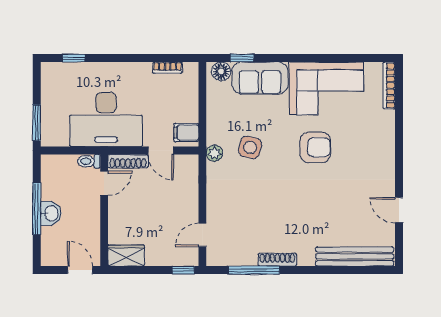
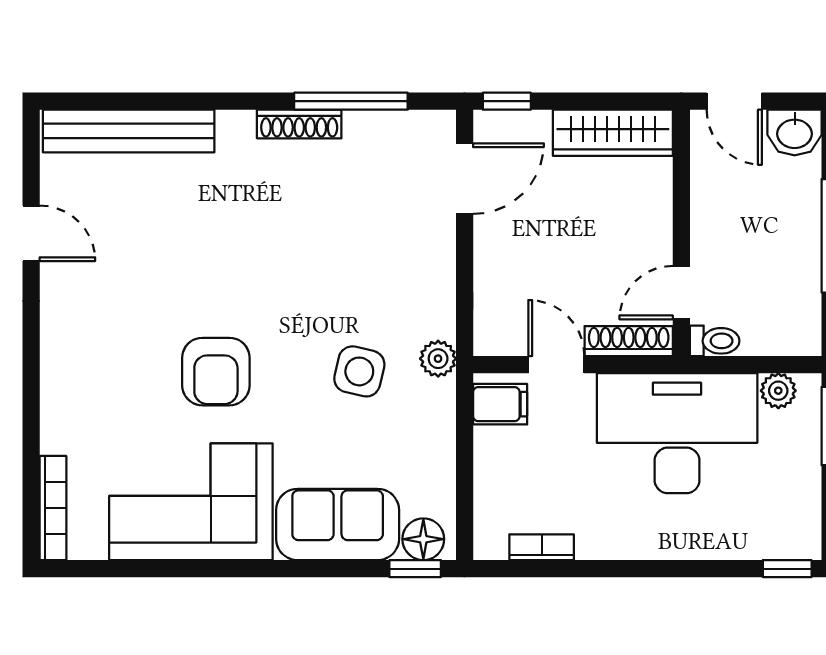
window: (74, 58) -> (787, 569), moved
window: (242, 58) -> (415, 569), moved
plant: (60, 139) -> (778, 391), added
armchair: (315, 147) -> (216, 372), turned -90
washbasin: (51, 213) -> (795, 132), moved, turned -90
door: (202, 235) -> (465, 179), width x1.37
wardrobe: (126, 256) -> (613, 133), width x1.50

